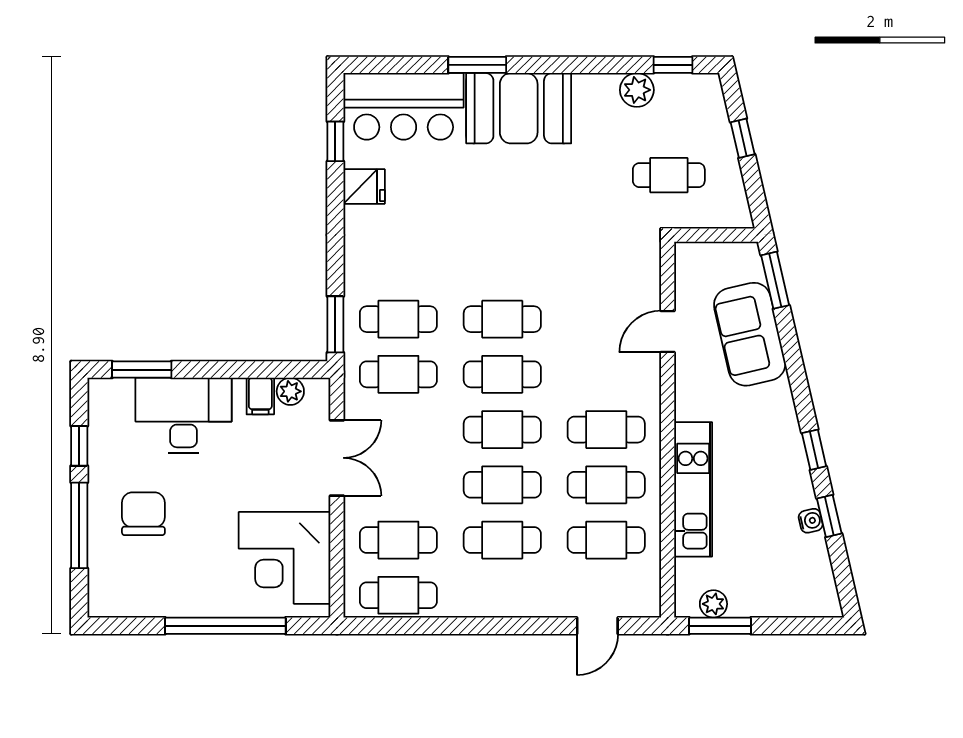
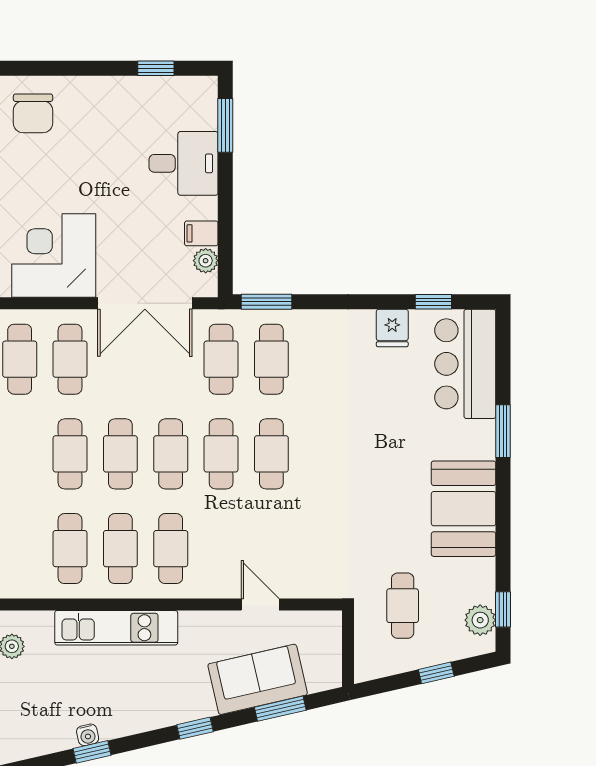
plant: (637, 90) -> (480, 620), moved
booth: (519, 108) -> (464, 509), moved
window: (775, 280) -> (280, 709), moved
desk: (184, 416) -> (184, 163), width x0.73
window: (814, 450) -> (195, 728), moved
double door: (337, 458) -> (145, 303), width x1.37
chair: (143, 514) -> (33, 113), moved, turned 90
window: (79, 525) -> (83, 68), removed

